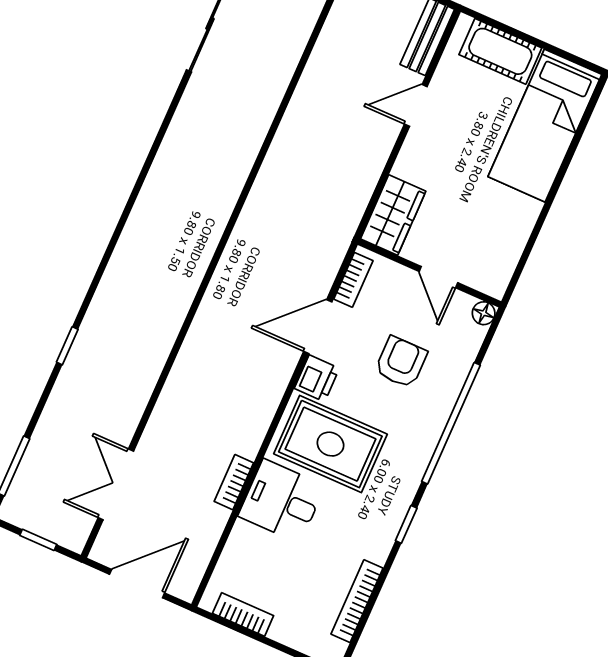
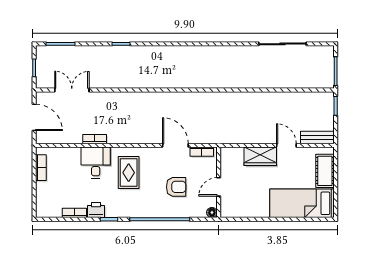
wardrobe: (393, 215) -> (260, 156), moved
printer: (317, 378) -> (96, 210), moved, turned 180
rug: (330, 444) -> (129, 173), width x0.73, depth x0.70
bookcase: (357, 601) -> (74, 213), width x0.64

